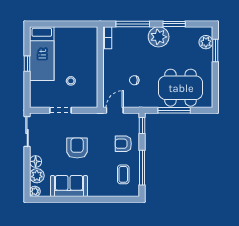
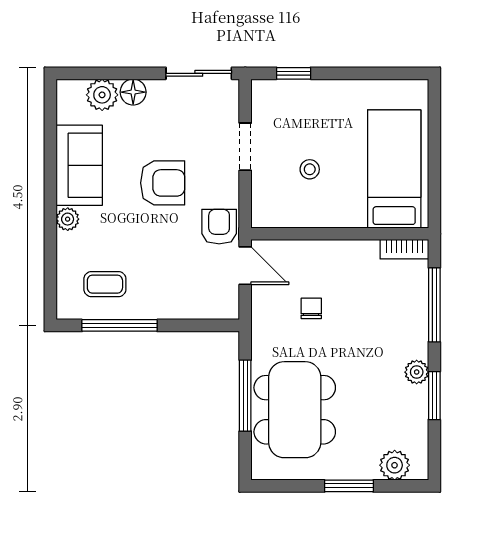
plant: (159, 37) -> (417, 372), width x0.53, depth x0.53
window: (215, 51) -> (349, 486), moved
bed: (42, 54) -> (394, 169), moved, turned 90
window: (27, 64) -> (294, 73), moved
window: (142, 125) -> (212, 325), removed
armchair: (123, 144) -> (219, 227), moved
plant: (35, 191) -> (68, 219), moved

